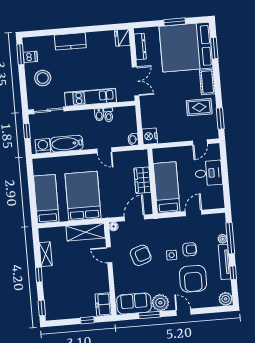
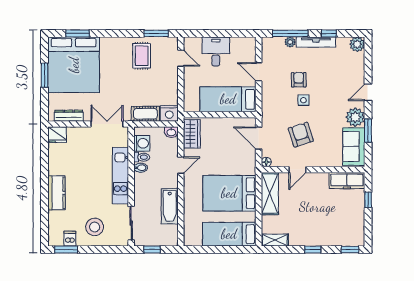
cot: (207, 82) -> (145, 114), moved
washing machine: (43, 146) -> (142, 143), moved, turned 180
wardrobe: (142, 180) -> (192, 134), moved, turned -90
shelving: (46, 254) -> (275, 240), moved
armchair: (193, 279) -> (332, 79), removed
freezer: (103, 305) -> (347, 181), width x1.40

